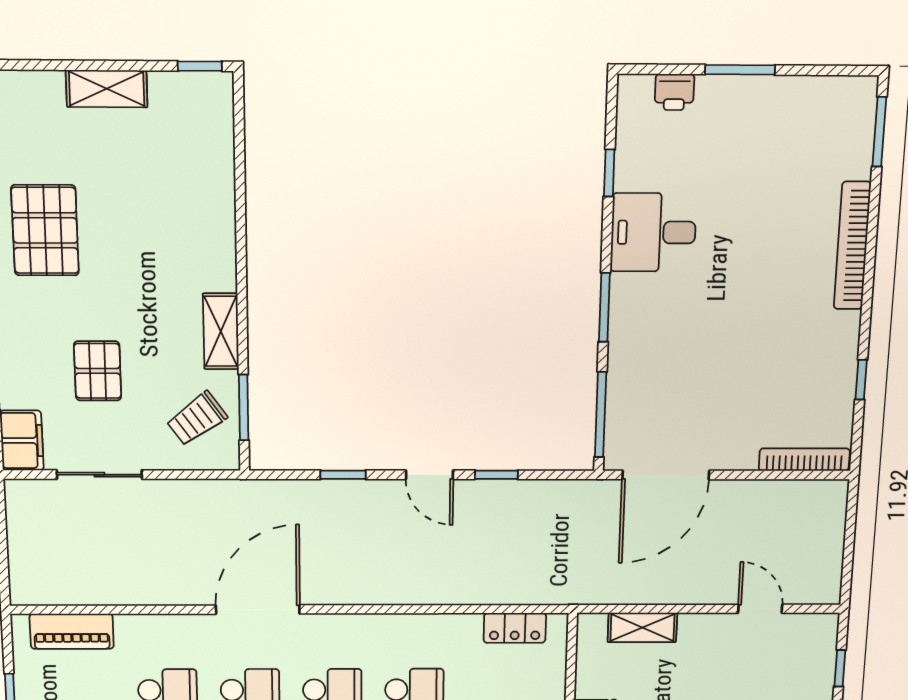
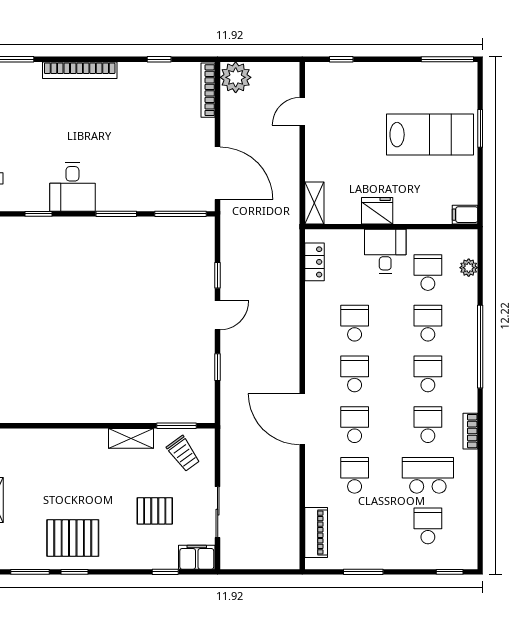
plant: (822, 504) -> (236, 77), added
shelving: (642, 628) -> (314, 203), moved

